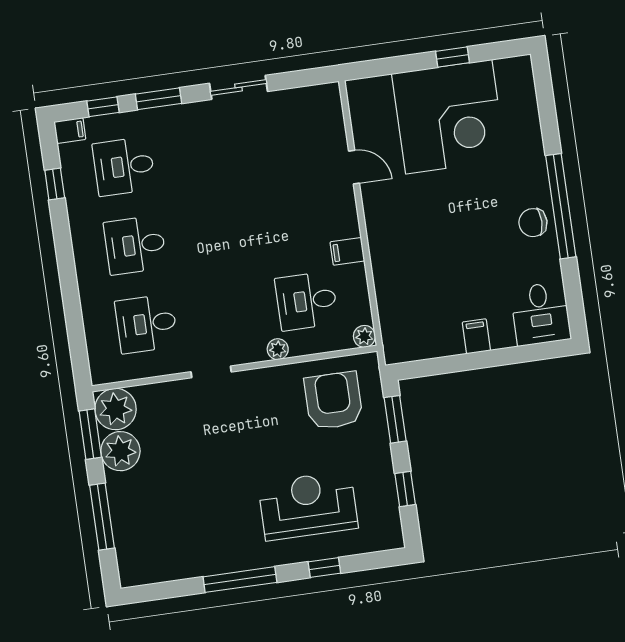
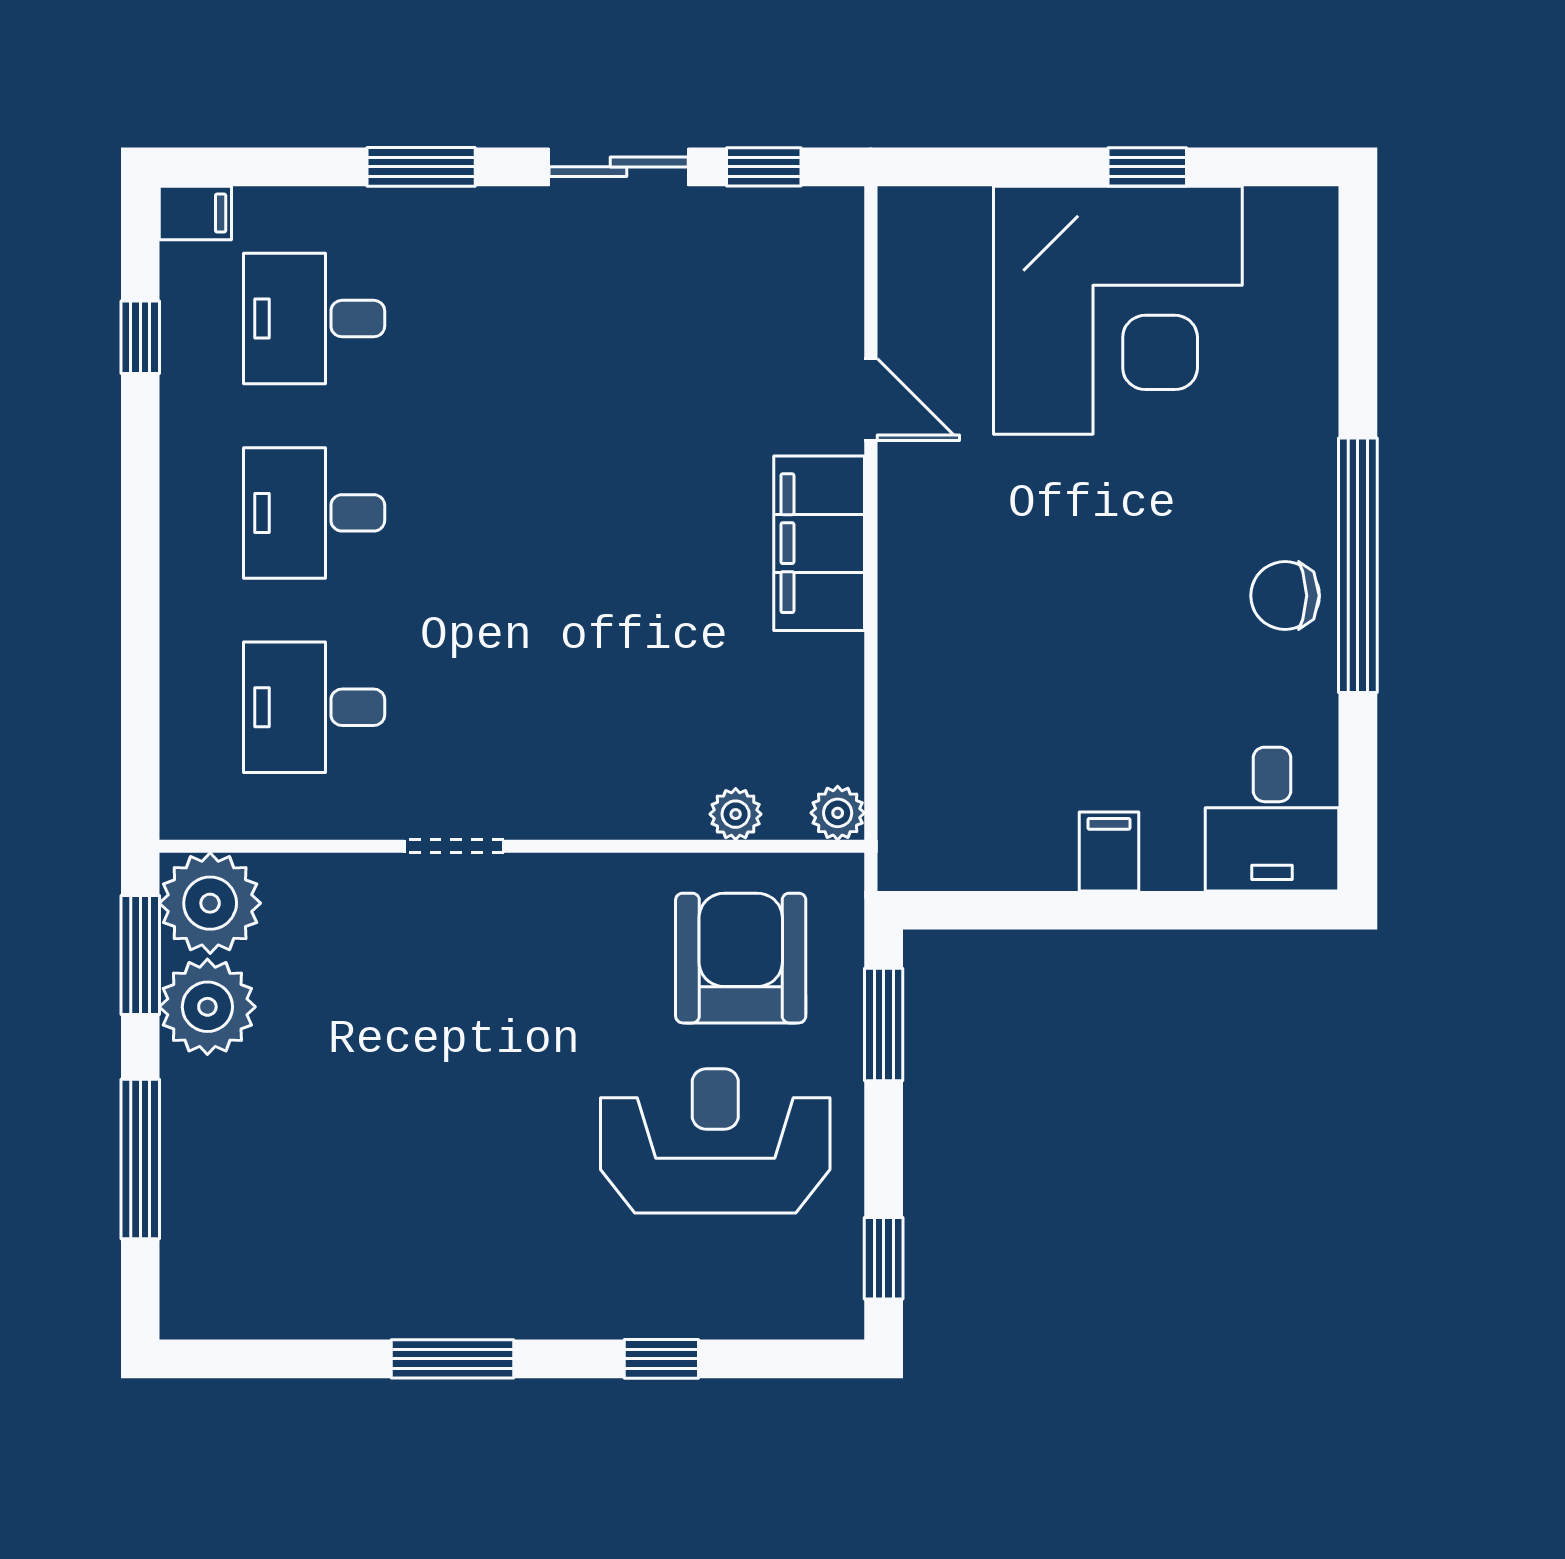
window: (103, 107) -> (764, 167), moved
filing cabinet: (347, 251) -> (819, 543), width x3.00, depth x1.17
desk: (307, 301) -> (710, 707), removed
plant: (278, 349) -> (736, 814), moved
window: (405, 489) -> (884, 1258), moved
reception desk: (308, 506) -> (715, 1141), moved
window: (240, 580) -> (452, 1359), width x0.69

